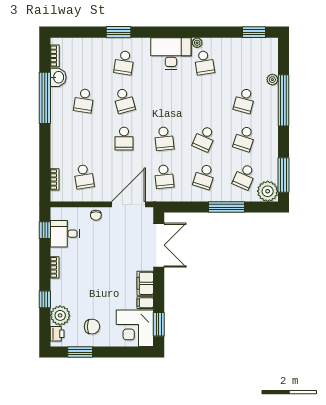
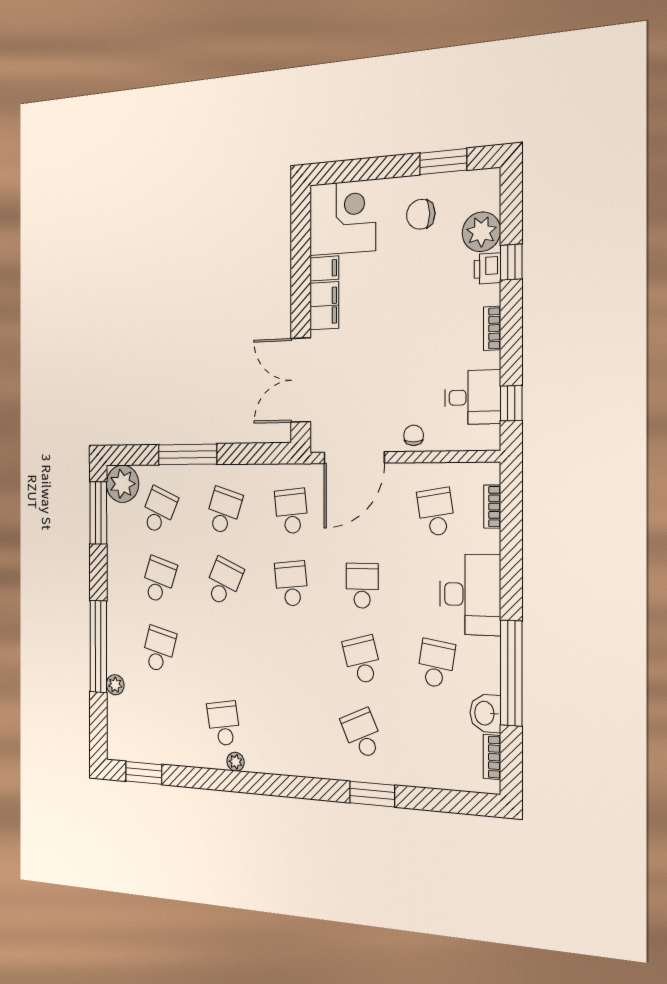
desk: (171, 53) -> (470, 595), moved, turned -90
school desk: (124, 63) -> (362, 734), turned -33
window: (159, 324) -> (301, 229), removed
printer: (57, 334) -> (487, 268), moved

